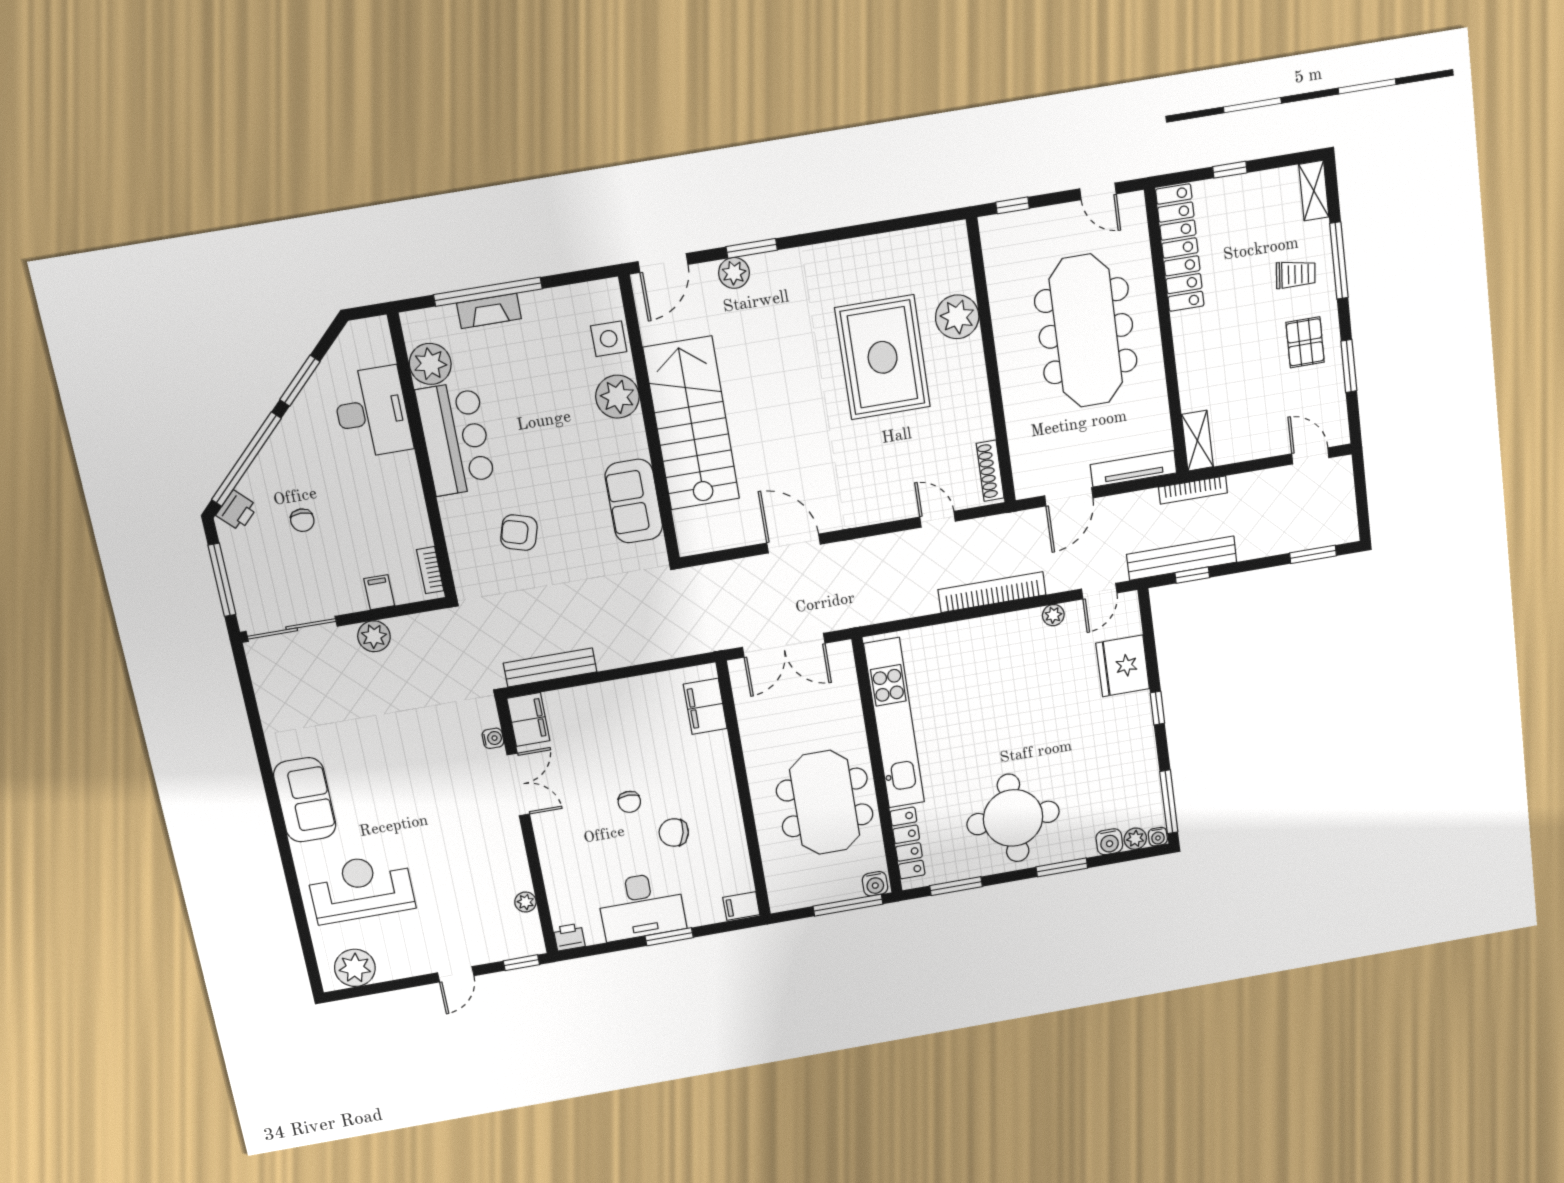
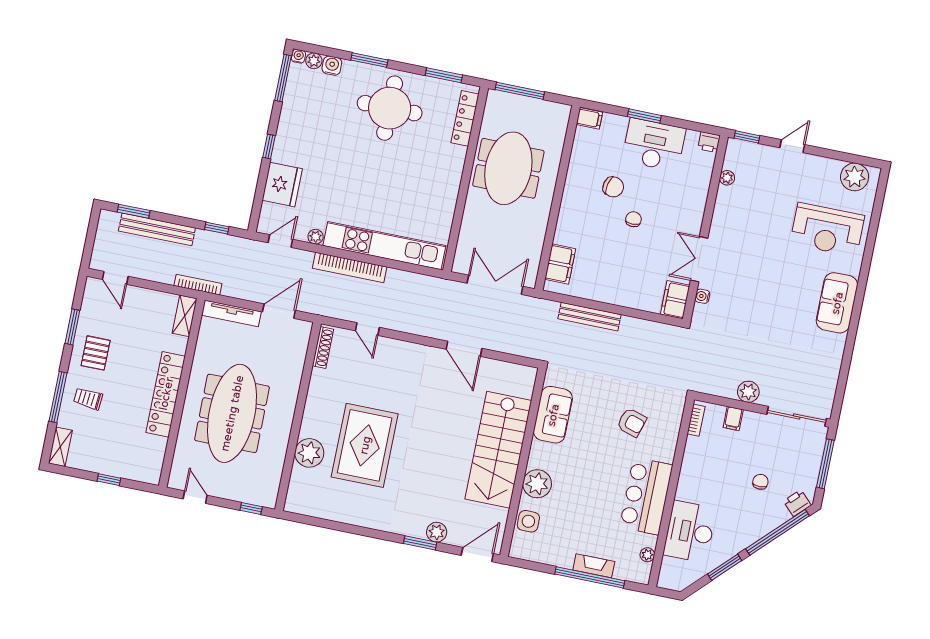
locker: (1180, 248) -> (166, 394), moved
plant: (430, 364) -> (647, 555), width x0.53, depth x0.53
bench: (1182, 558) -> (157, 229), moved
bench: (550, 667) -> (590, 317), moved
kitchen unit: (894, 723) -> (384, 246), moved, turned 90
water cooler: (875, 884) -> (496, 99), removed

